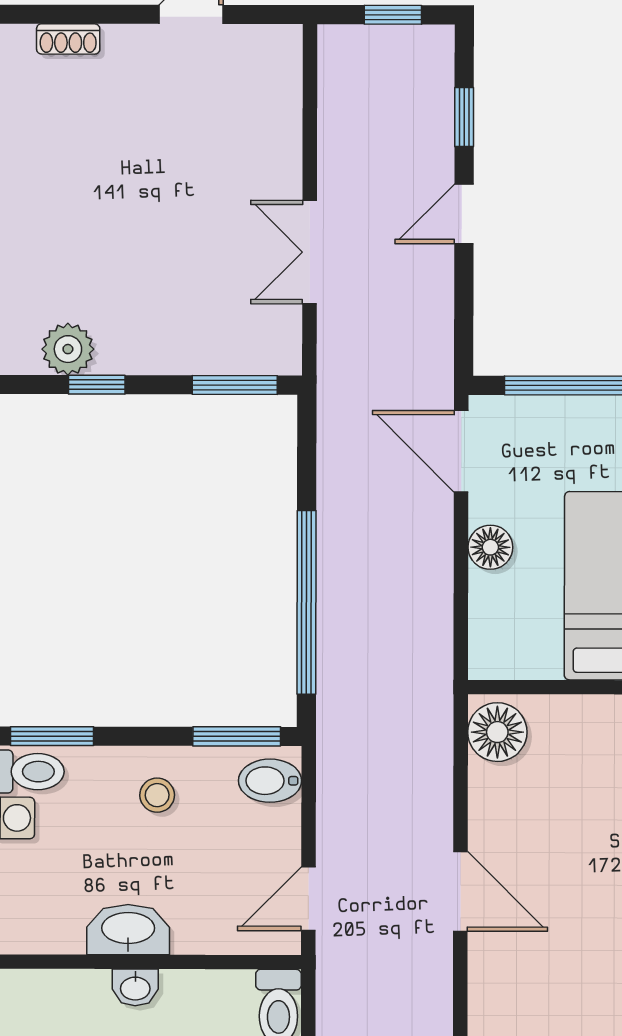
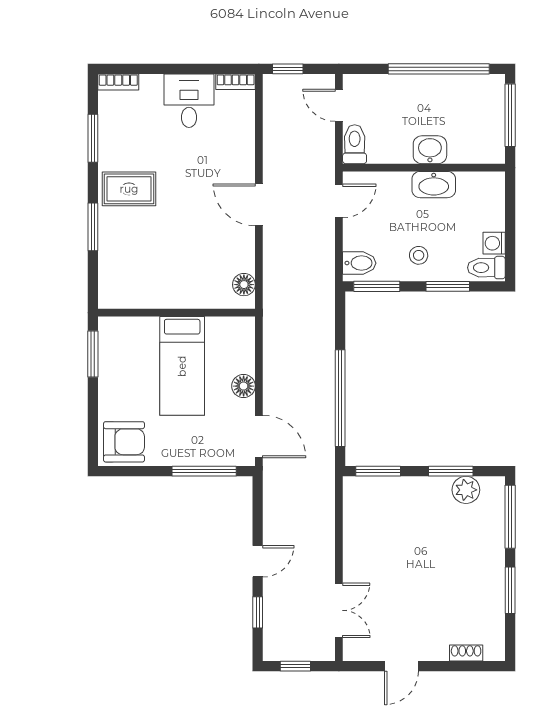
double door: (310, 252) -> (339, 610), moved
window: (97, 385) -> (451, 471), width x1.50
window: (307, 602) -> (340, 398), moved
floor lamp: (497, 732) -> (244, 285), width x0.73, depth x0.73
window: (52, 736) -> (448, 286), moved
washbasin: (135, 987) -> (430, 150), width x1.38, depth x1.45

